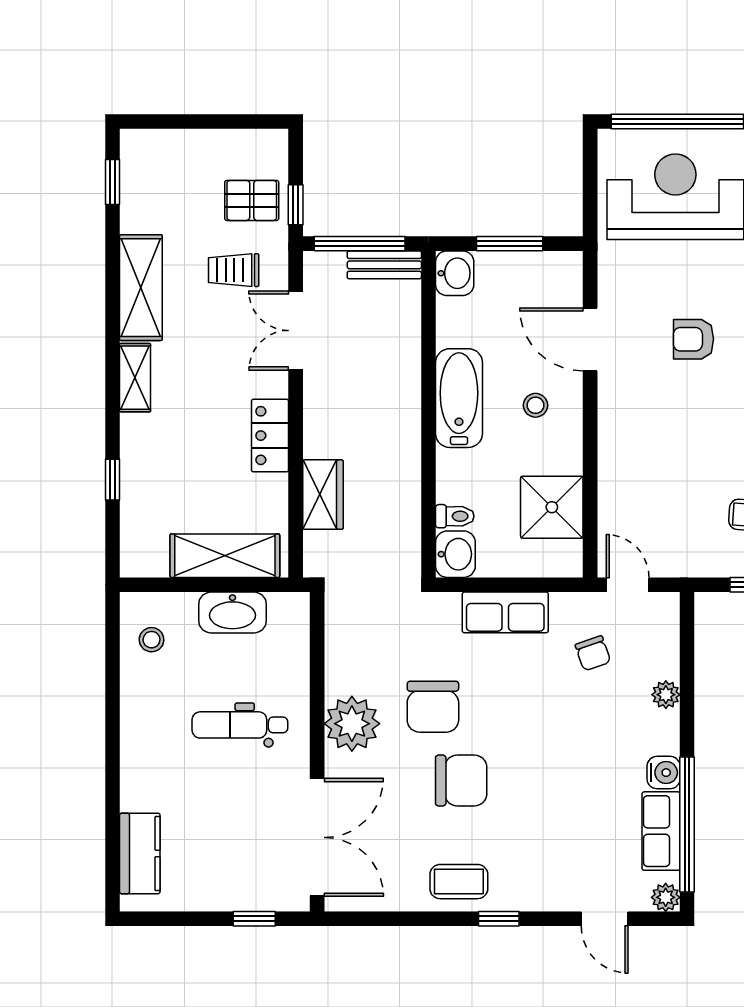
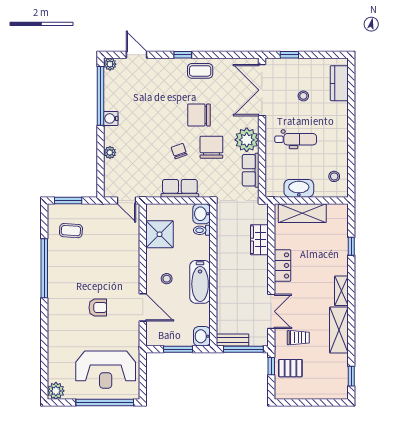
chair: (593, 653) -> (179, 151), moved
stool: (222, 824) -> (303, 96), added
row of seats: (661, 831) -> (251, 170), moved, turned 180

